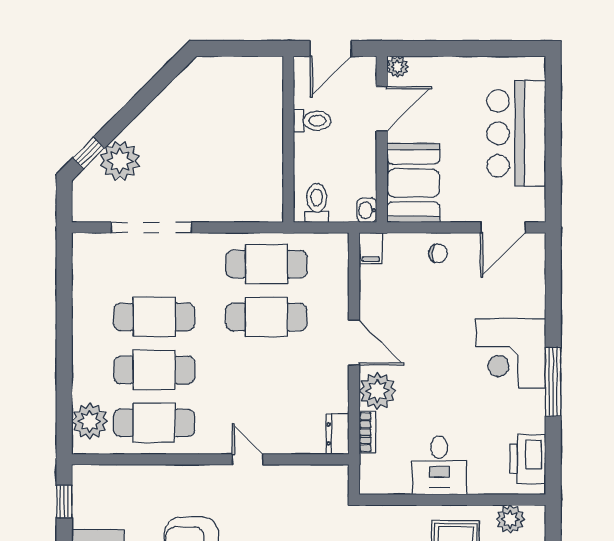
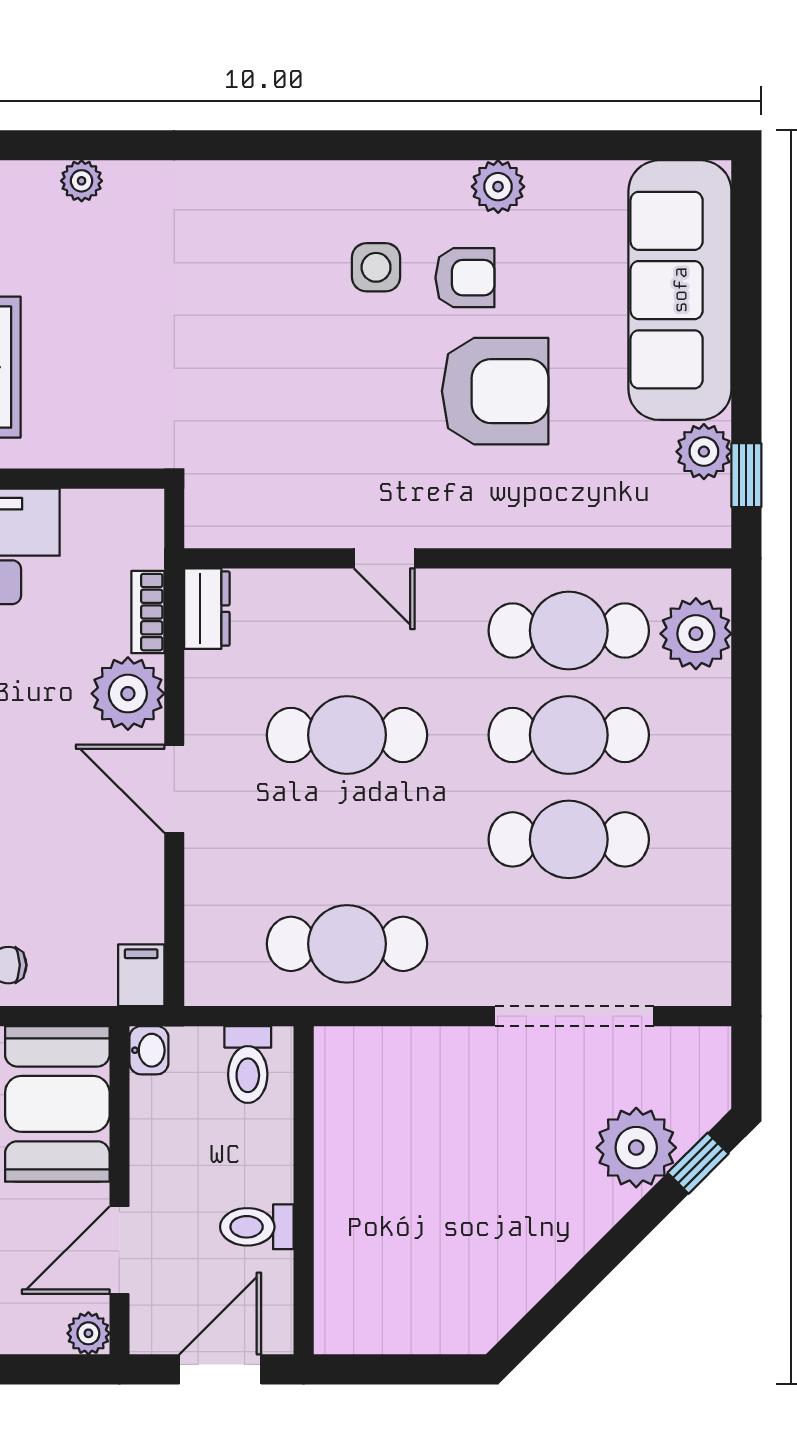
cafe table: (266, 317) -> (347, 735), moved
plant: (86, 513) -> (704, 452), added

